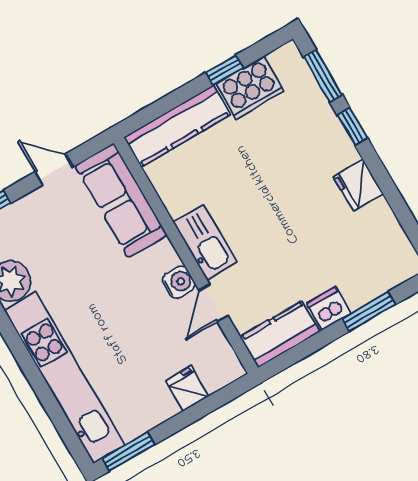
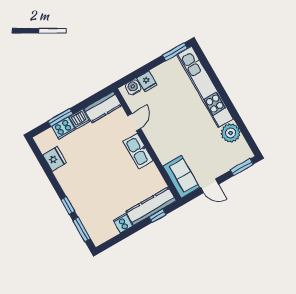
window: (224, 70) -> (158, 216), moved
cooker: (250, 87) -> (123, 223), width x0.53, depth x0.76
fridge: (358, 185) -> (54, 159), moved
sofa: (121, 200) -> (181, 177), width x0.73
water cooler: (179, 282) -> (133, 87), moved, turned 90
cooker: (363, 289) -> (63, 128), added

